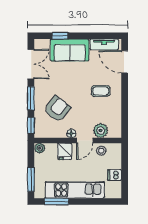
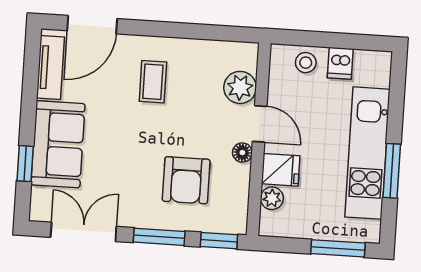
armchair: (57, 109) -> (186, 180), turned -128
plant: (40, 148) -> (272, 198), moved
stool: (101, 151) -> (306, 63), moved
window: (57, 201) -> (392, 171), moved

